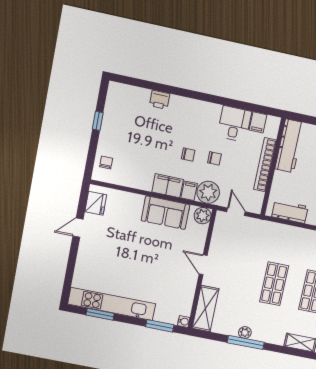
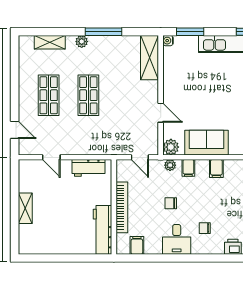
desk: (234, 124) -> (177, 239), moved
chair: (188, 155) -> (205, 228), moved
filing cabinet: (168, 186) -> (216, 169), width x0.50
plant: (208, 192) -> (170, 165), width x0.53, depth x0.53
door: (203, 265) -> (161, 113), moved
plant: (245, 333) -> (82, 42), moved

